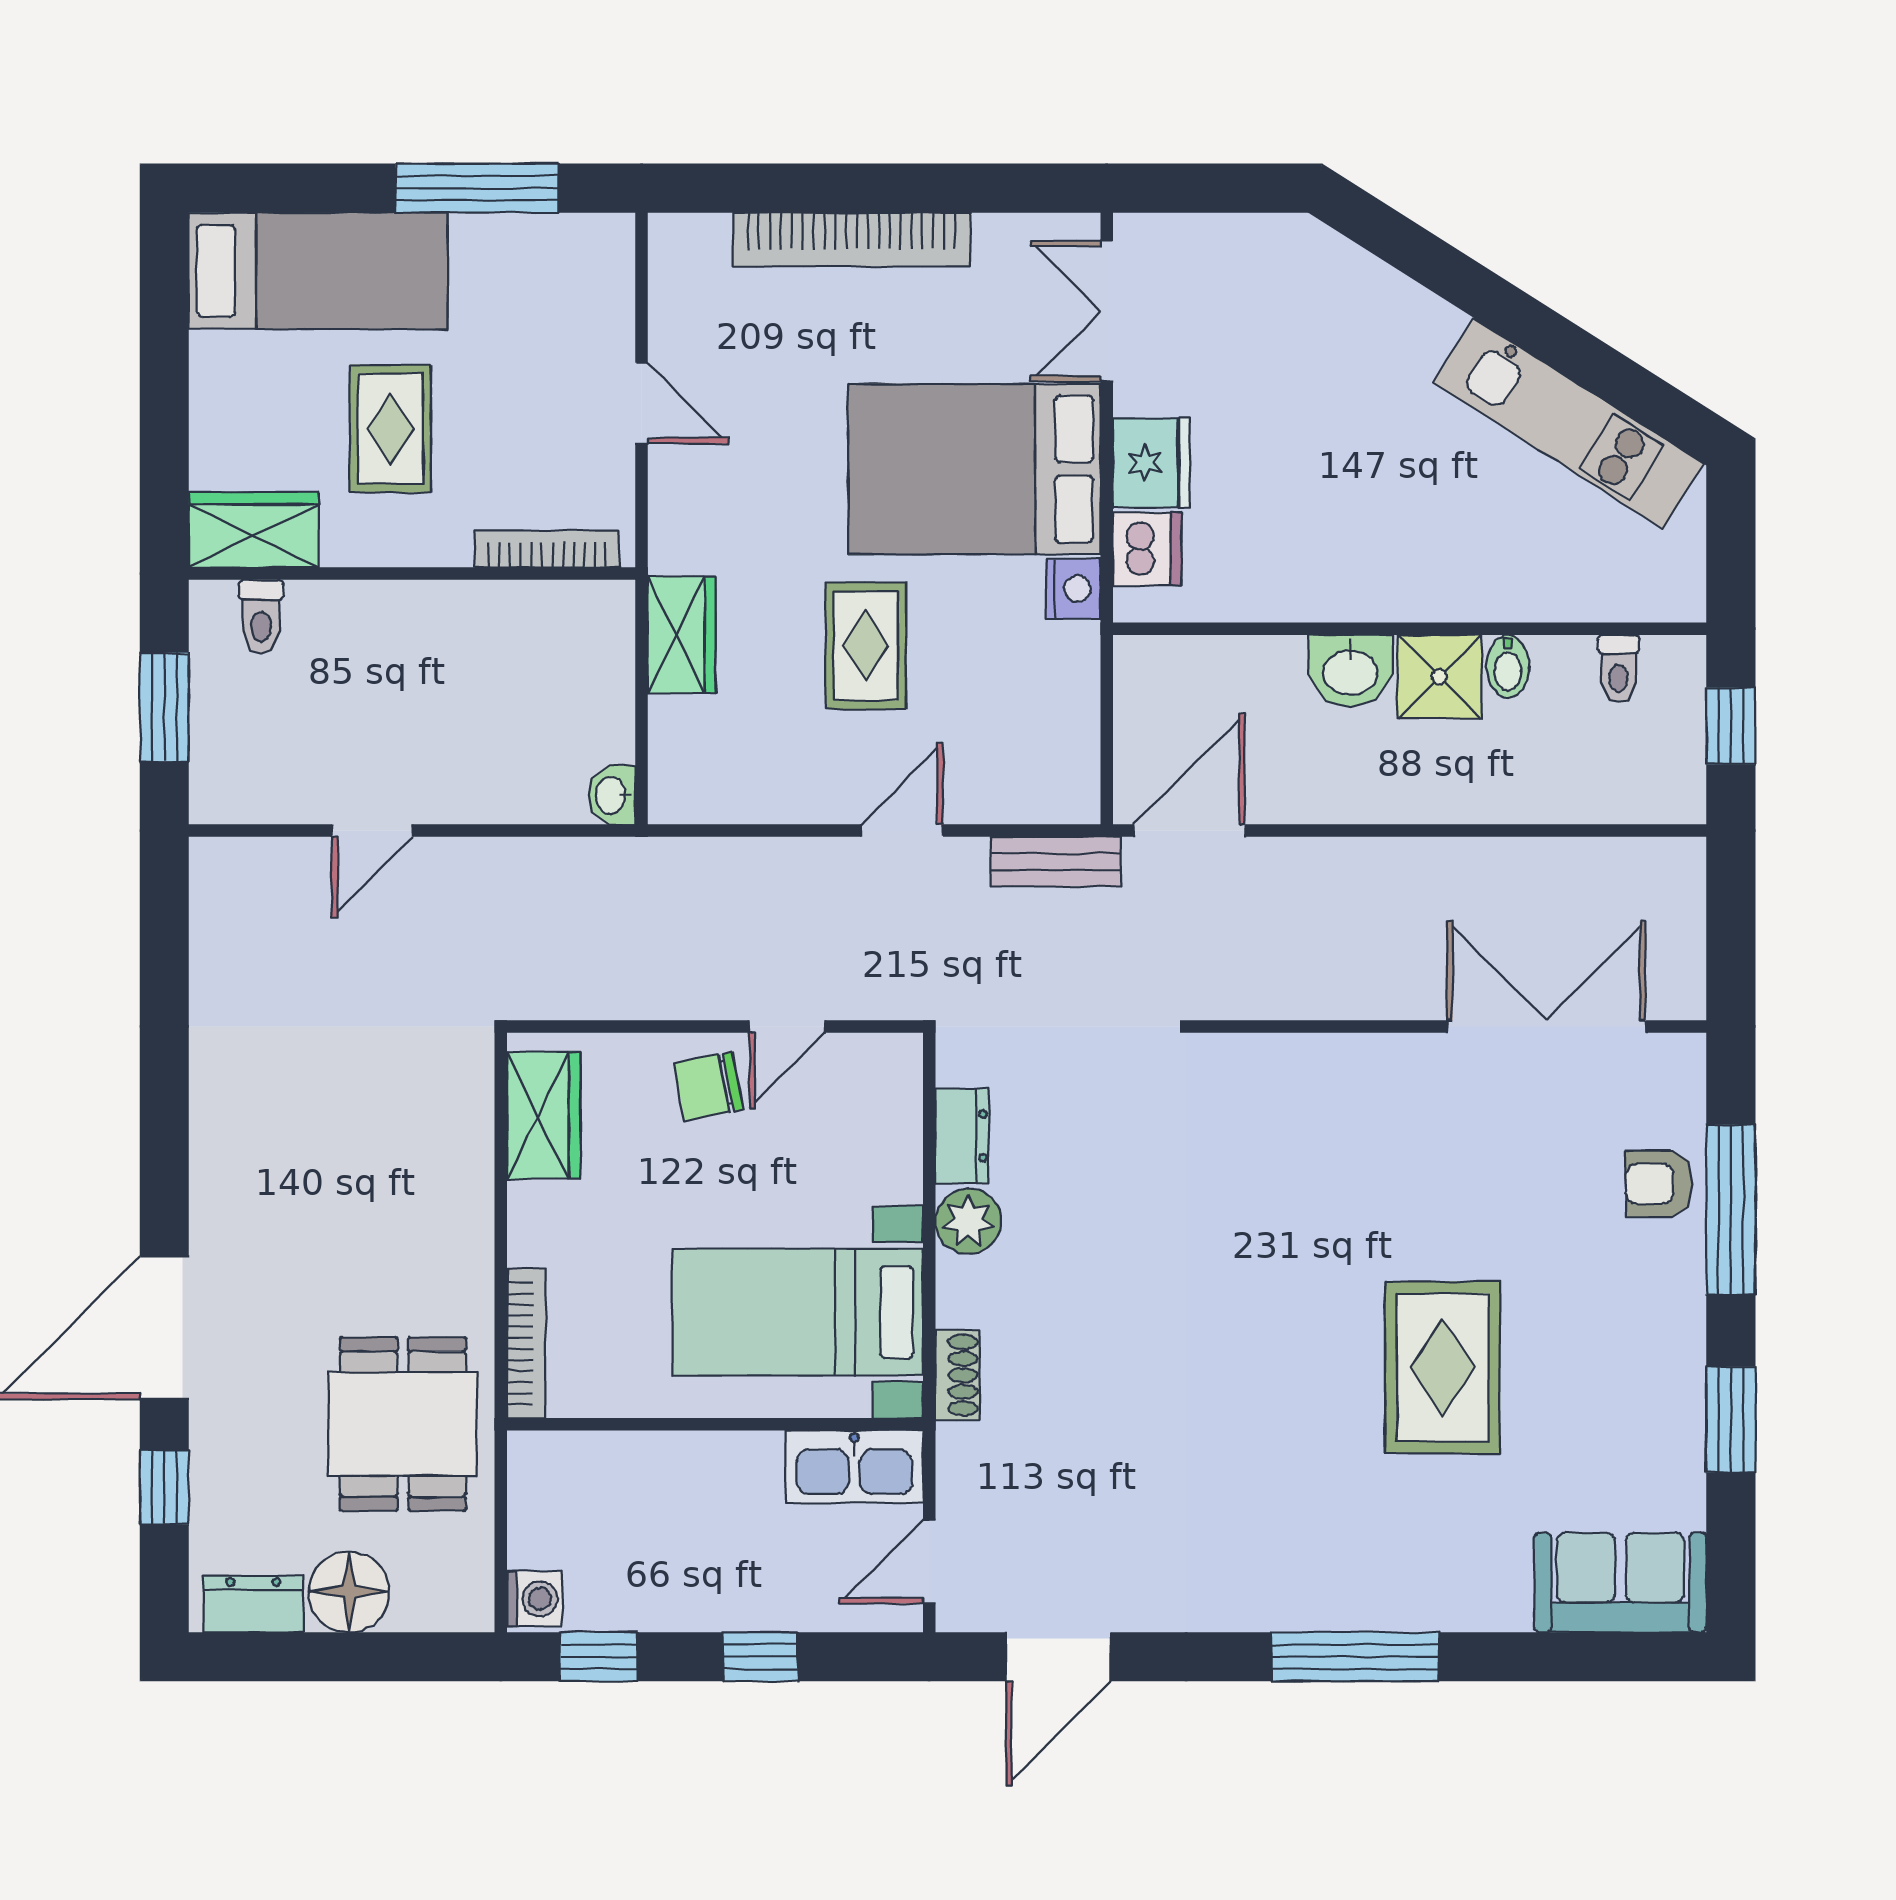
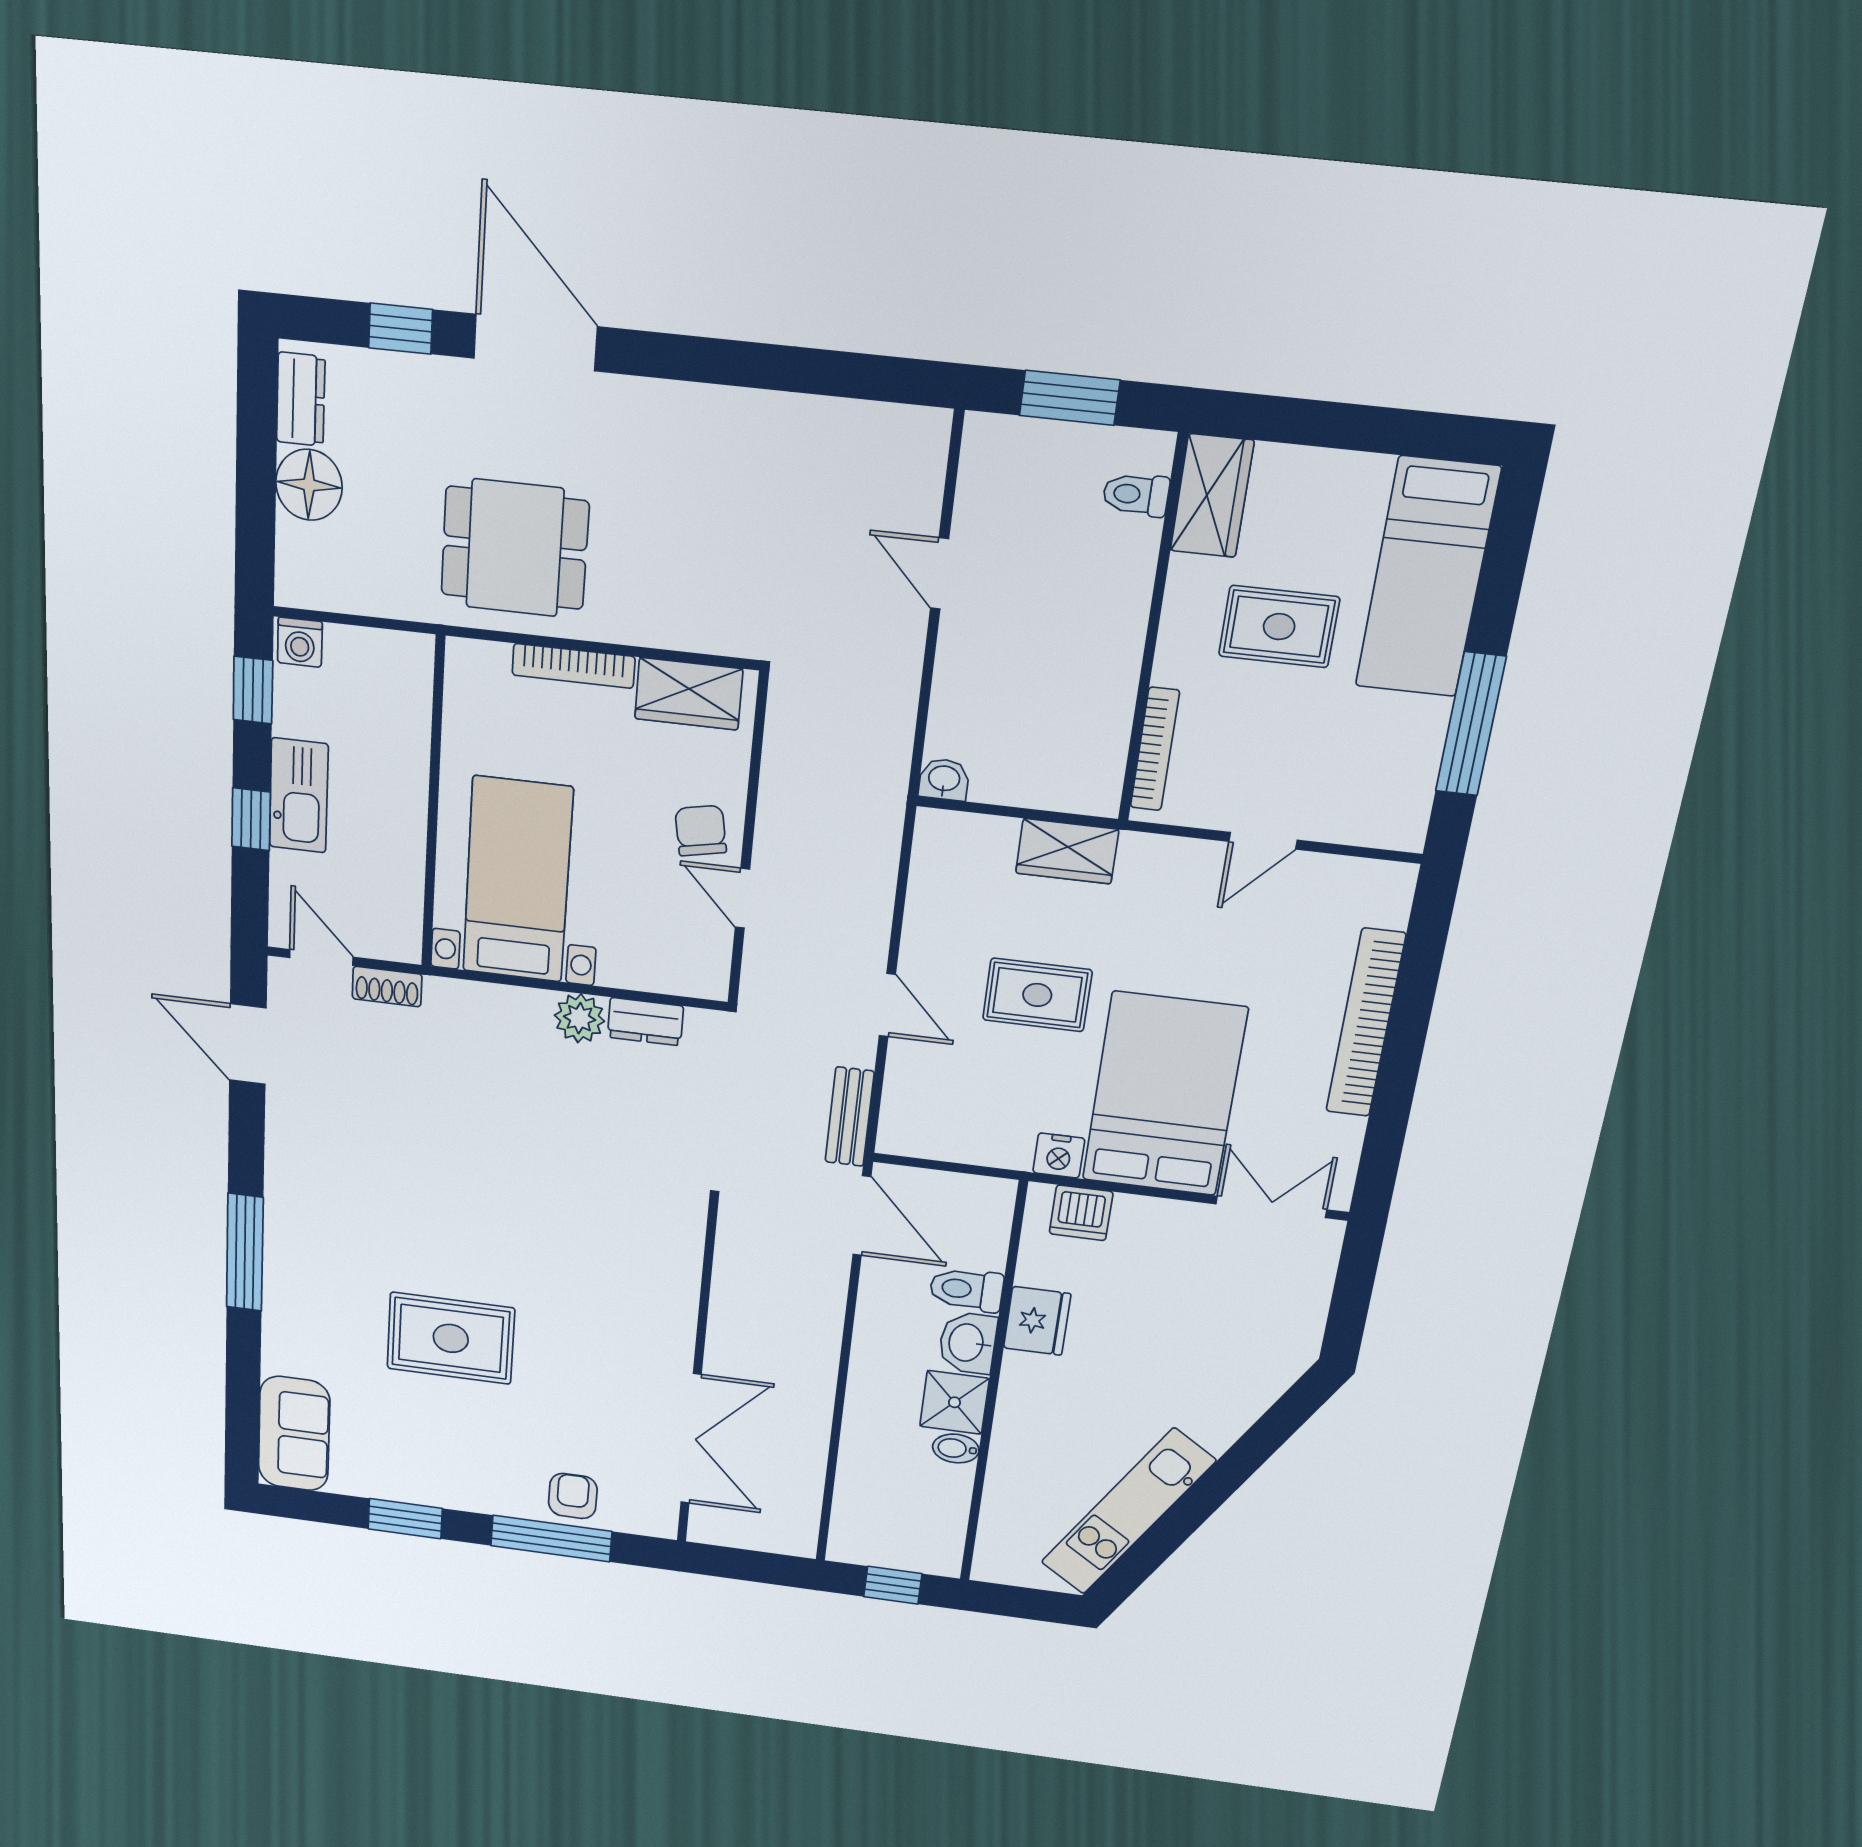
fridge: (1151, 463) -> (1037, 1321), moved, turned -90
toilet: (1618, 669) -> (966, 1290), moved, width x1.37, depth x1.39
bookcase: (526, 1343) -> (574, 666), moved
shoe rack: (957, 1375) -> (387, 987), moved
dining table: (403, 1424) -> (515, 548), moved
kitchen sink: (854, 1467) -> (299, 795), moved, turned 180

